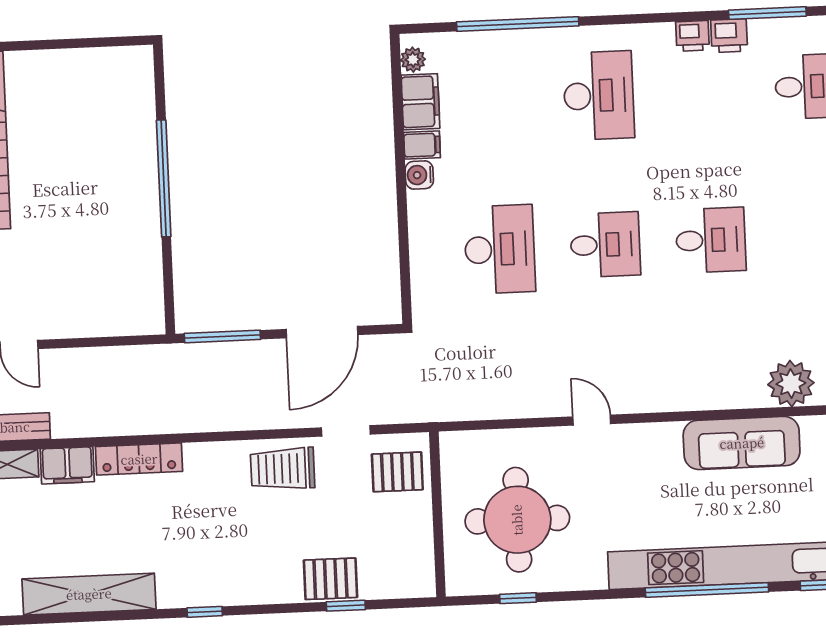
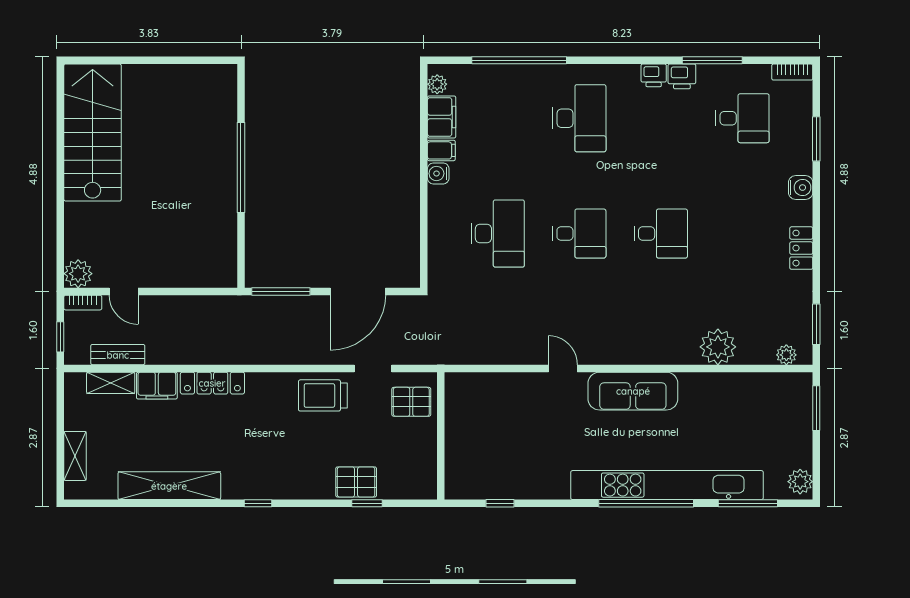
sofa: (742, 443) -> (633, 391), moved
round table: (517, 520) -> (502, 443), removed

